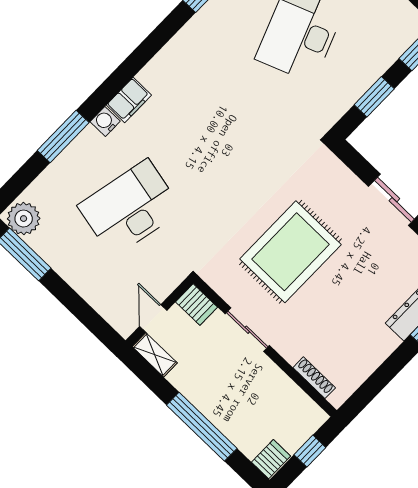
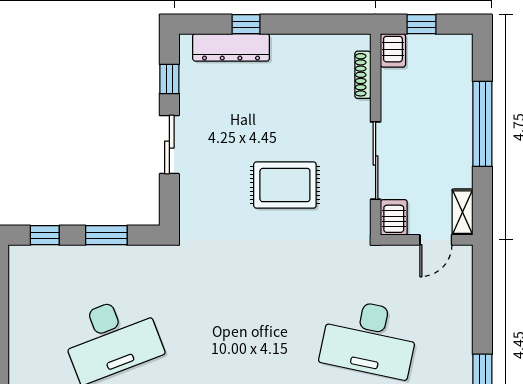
rug: (290, 252) -> (285, 185), width x0.73, depth x0.69
sliding door: (247, 330) -> (376, 161), width x1.37
server rack: (271, 459) -> (393, 50), moved, turned -90

